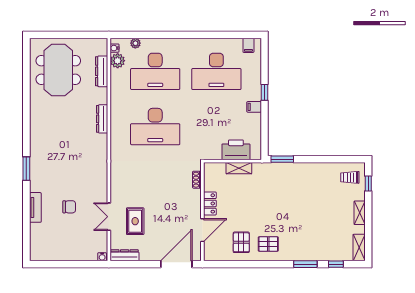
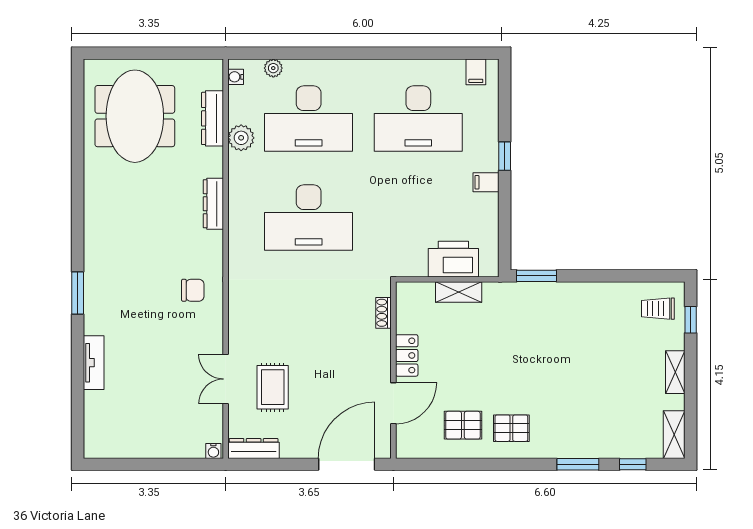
plant: (118, 61) -> (241, 138), moved
chair: (69, 207) -> (193, 290), moved
pallet: (241, 242) -> (463, 425), turned 90

